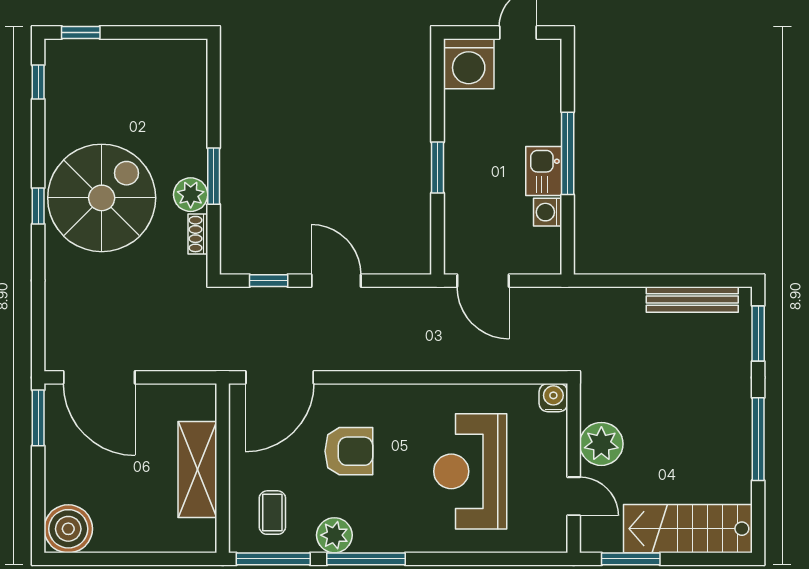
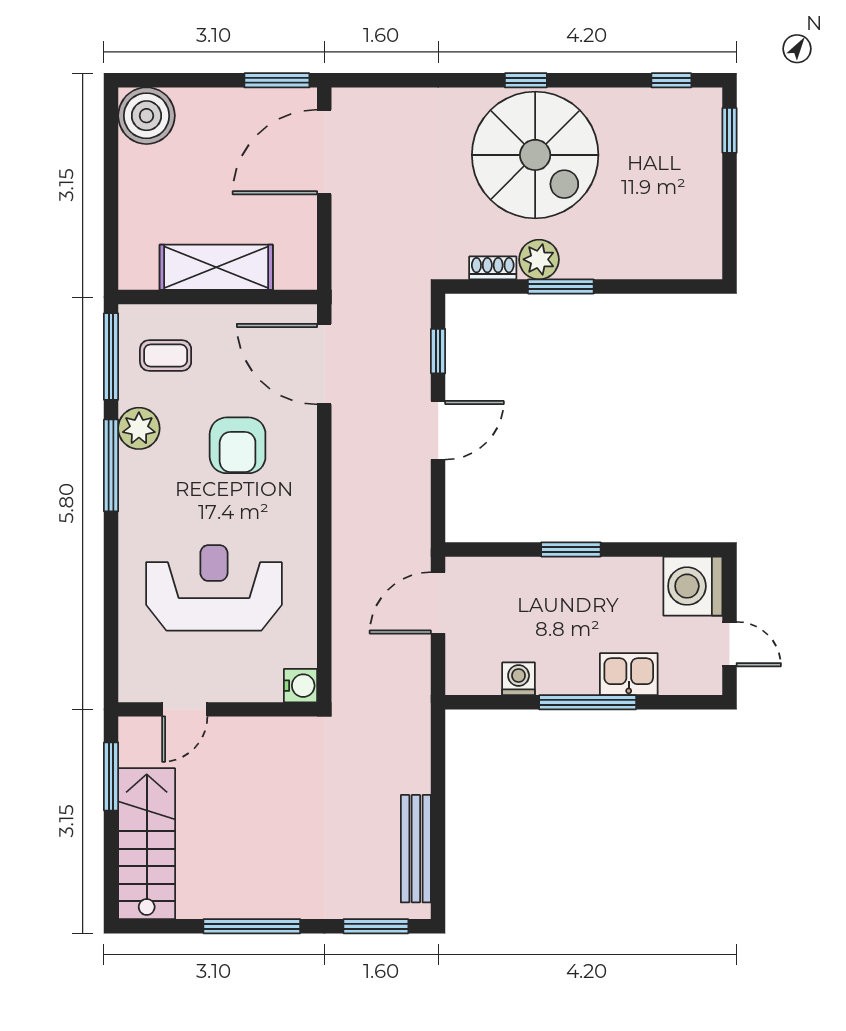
kitchen sink: (544, 171) -> (629, 674), moved
plant: (601, 444) -> (246, 742), removed

